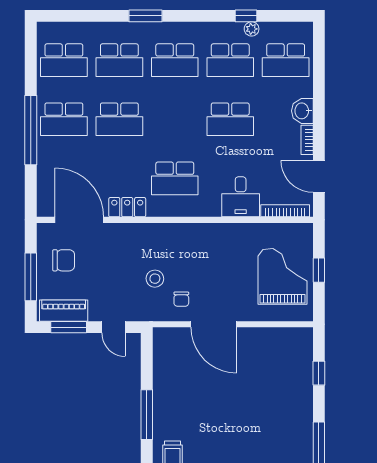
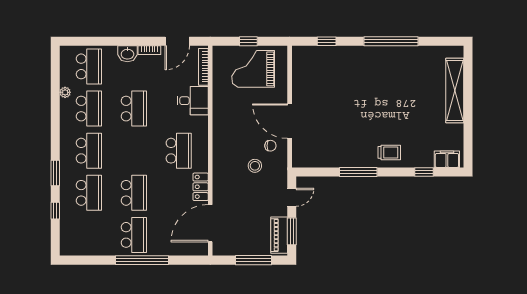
window: (246, 16) -> (55, 211), moved
school desk: (64, 60) -> (89, 235), removed
chair: (64, 260) -> (241, 235), removed
door: (214, 324) -> (290, 121), swing flipped

